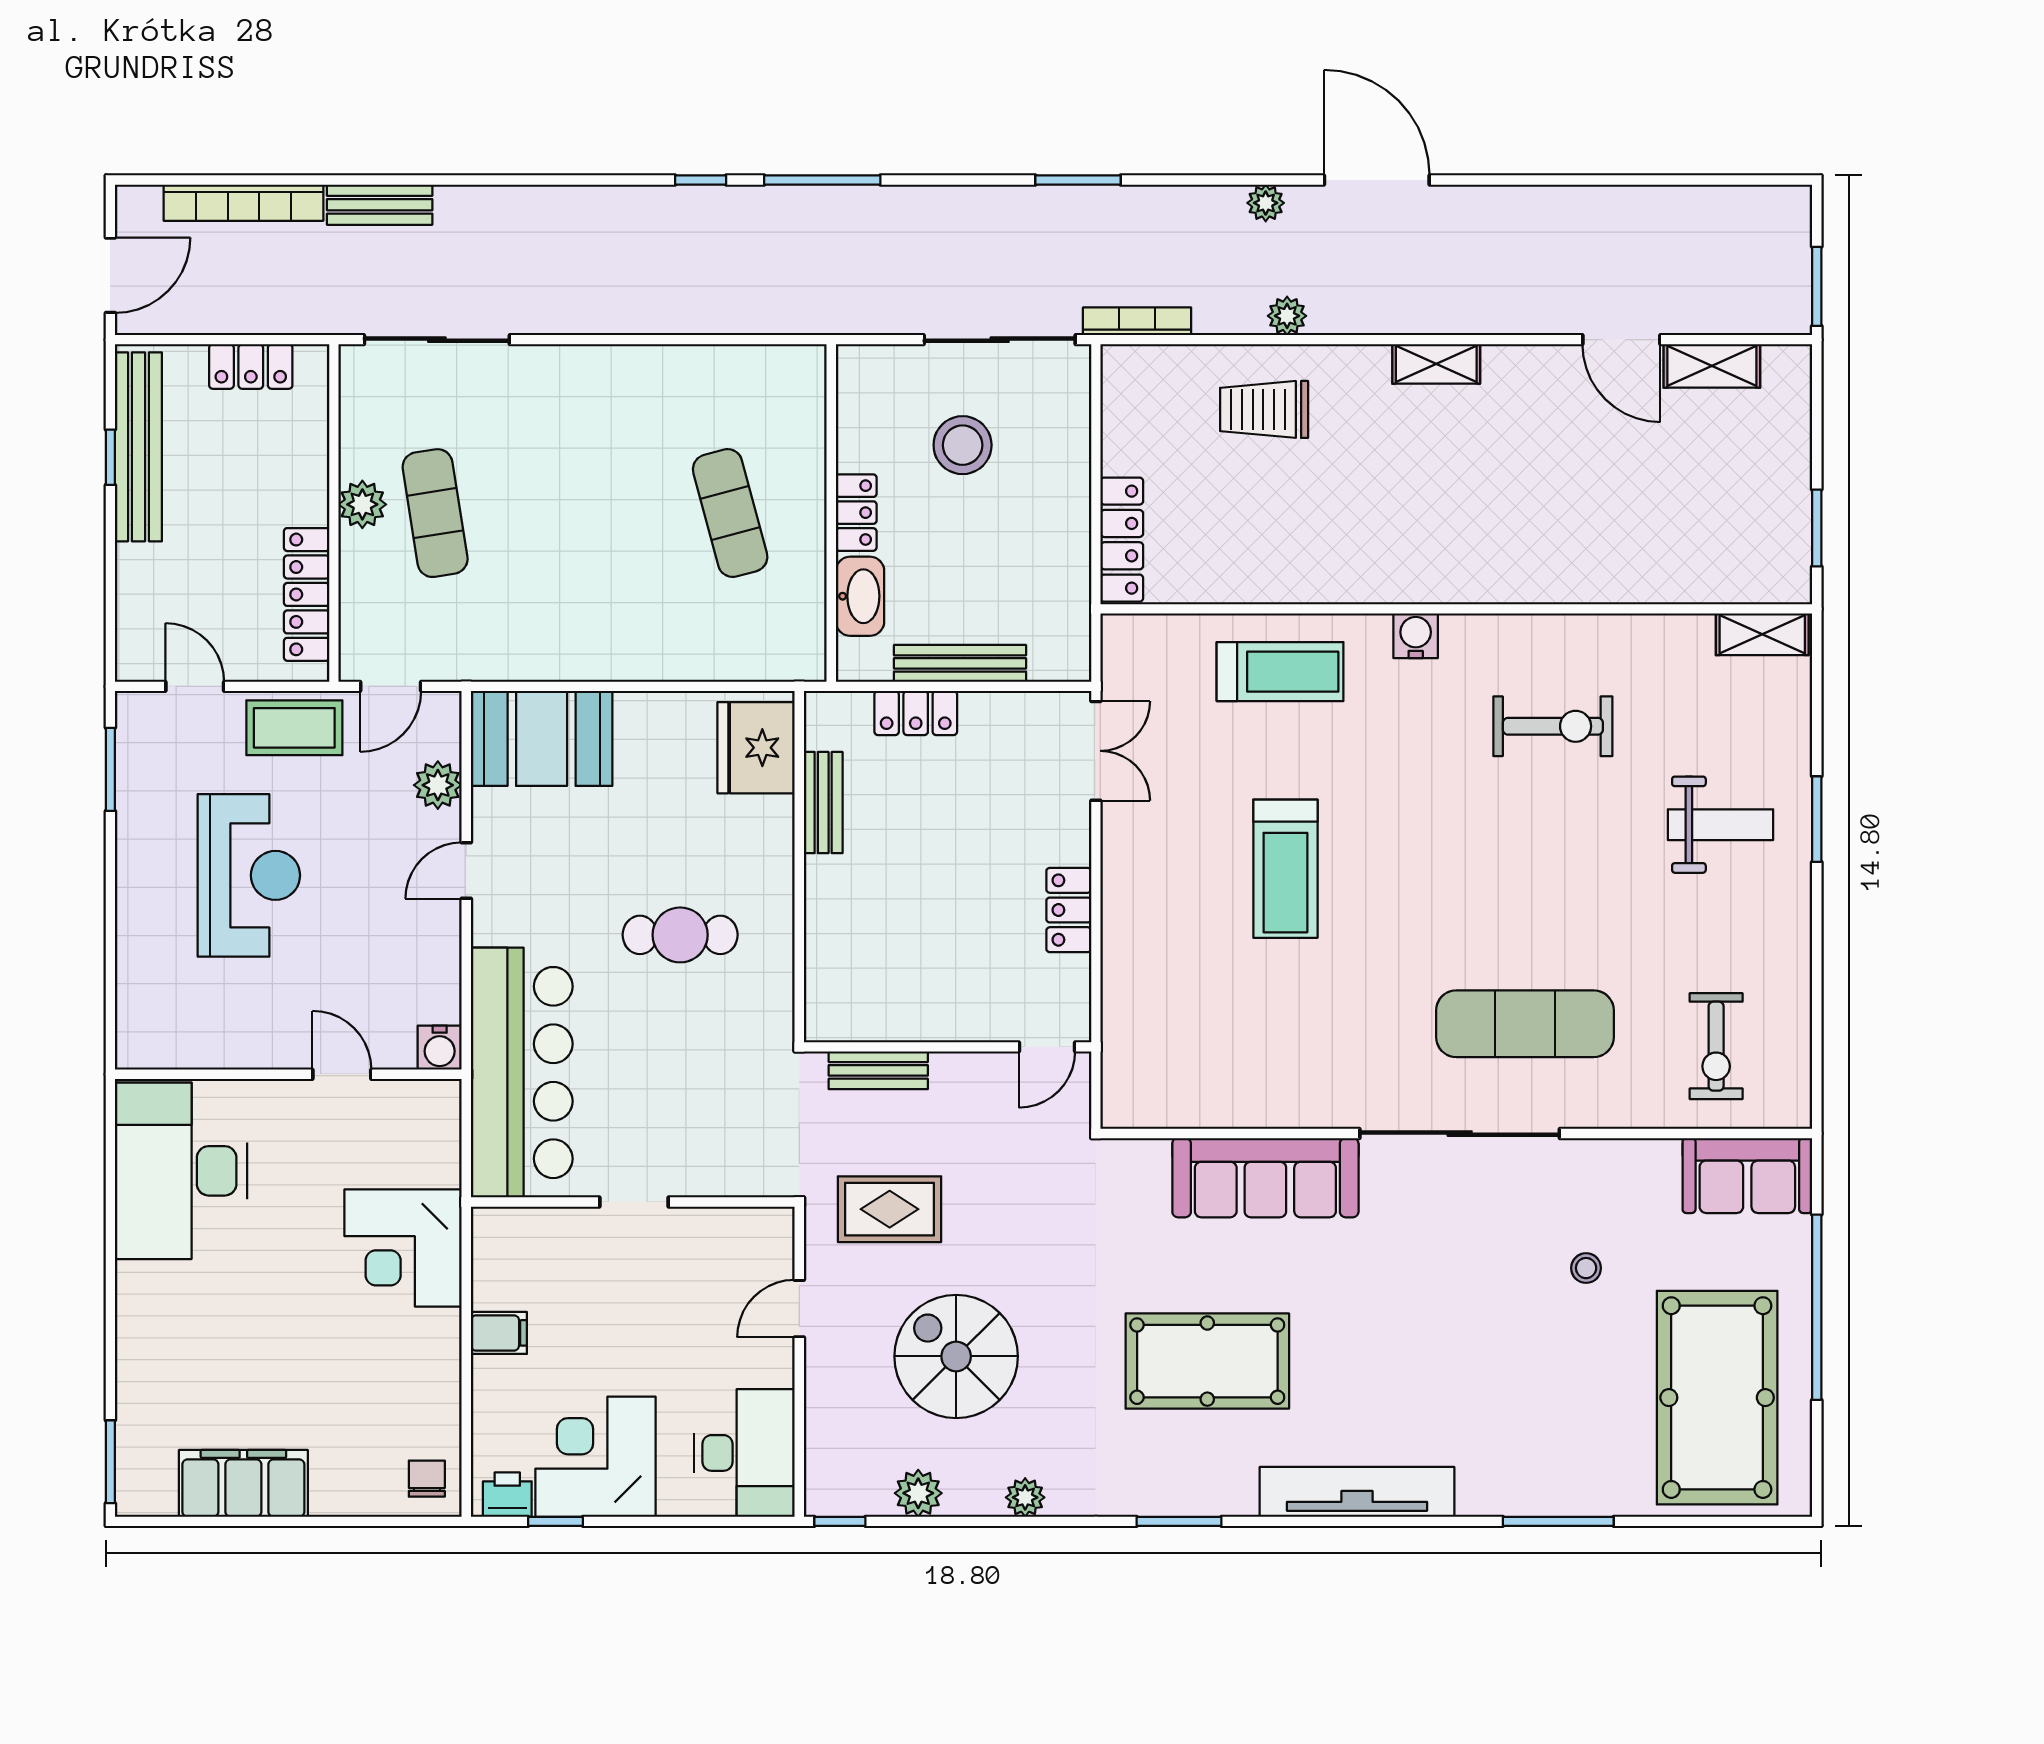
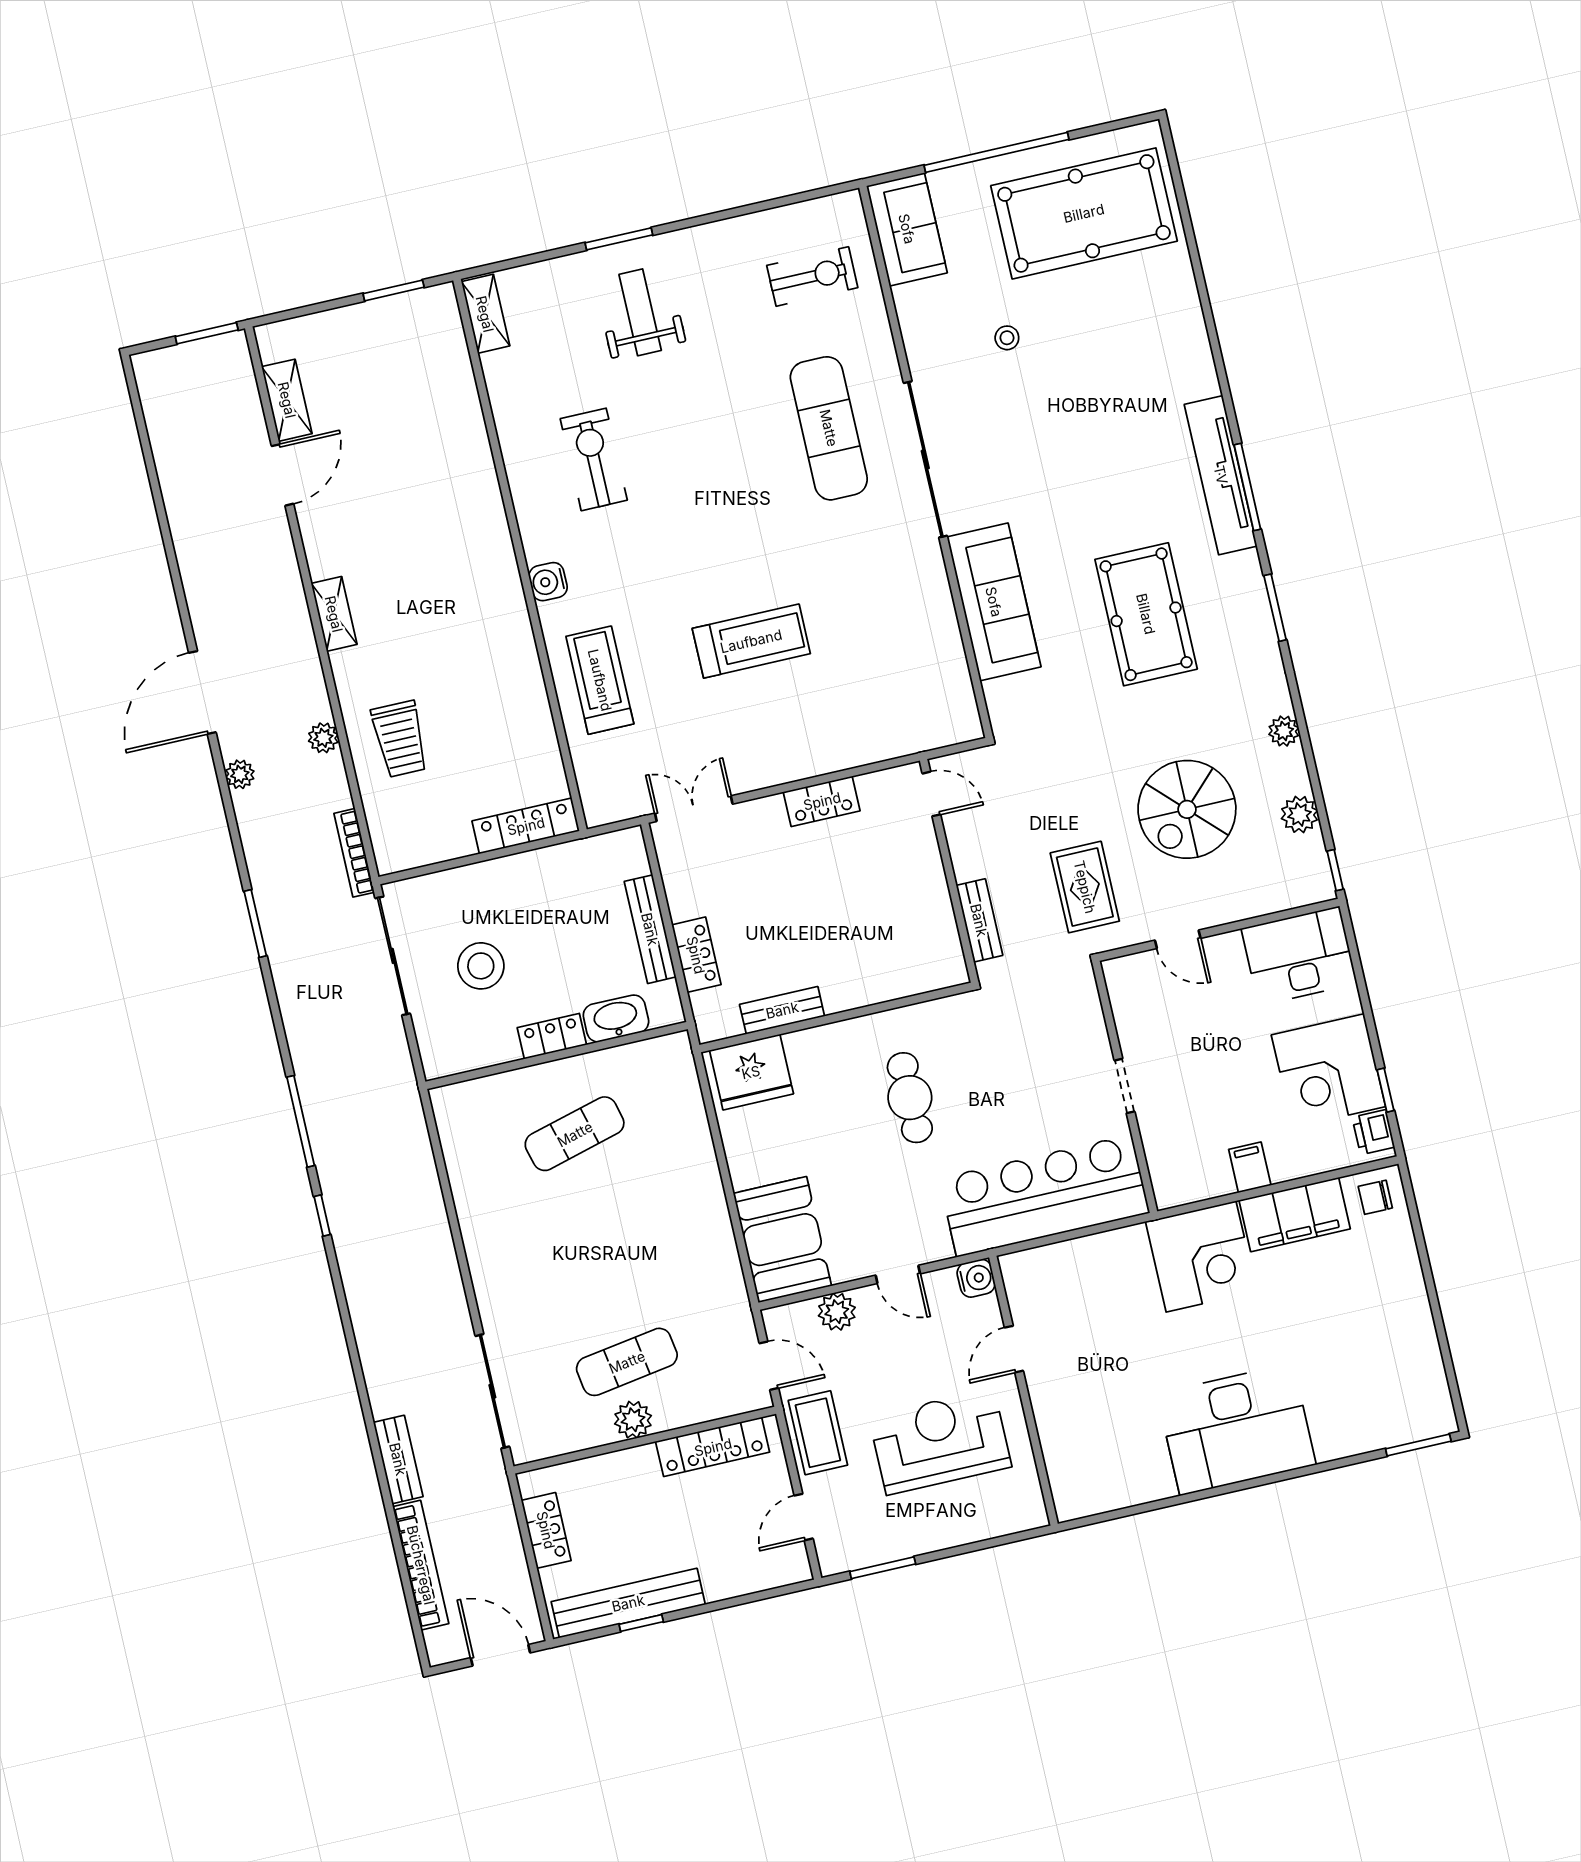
water cooler: (440, 1048) -> (976, 1278), moved
wall: (288, 1074) -> (1023, 1391), moved
door: (342, 1074) -> (1014, 1349), moved
desk: (181, 1171) -> (1237, 1429), moved
filing cabinet: (243, 1483) -> (1295, 1215), moved, turned -90
window: (1558, 1521) -> (1247, 487), moved

